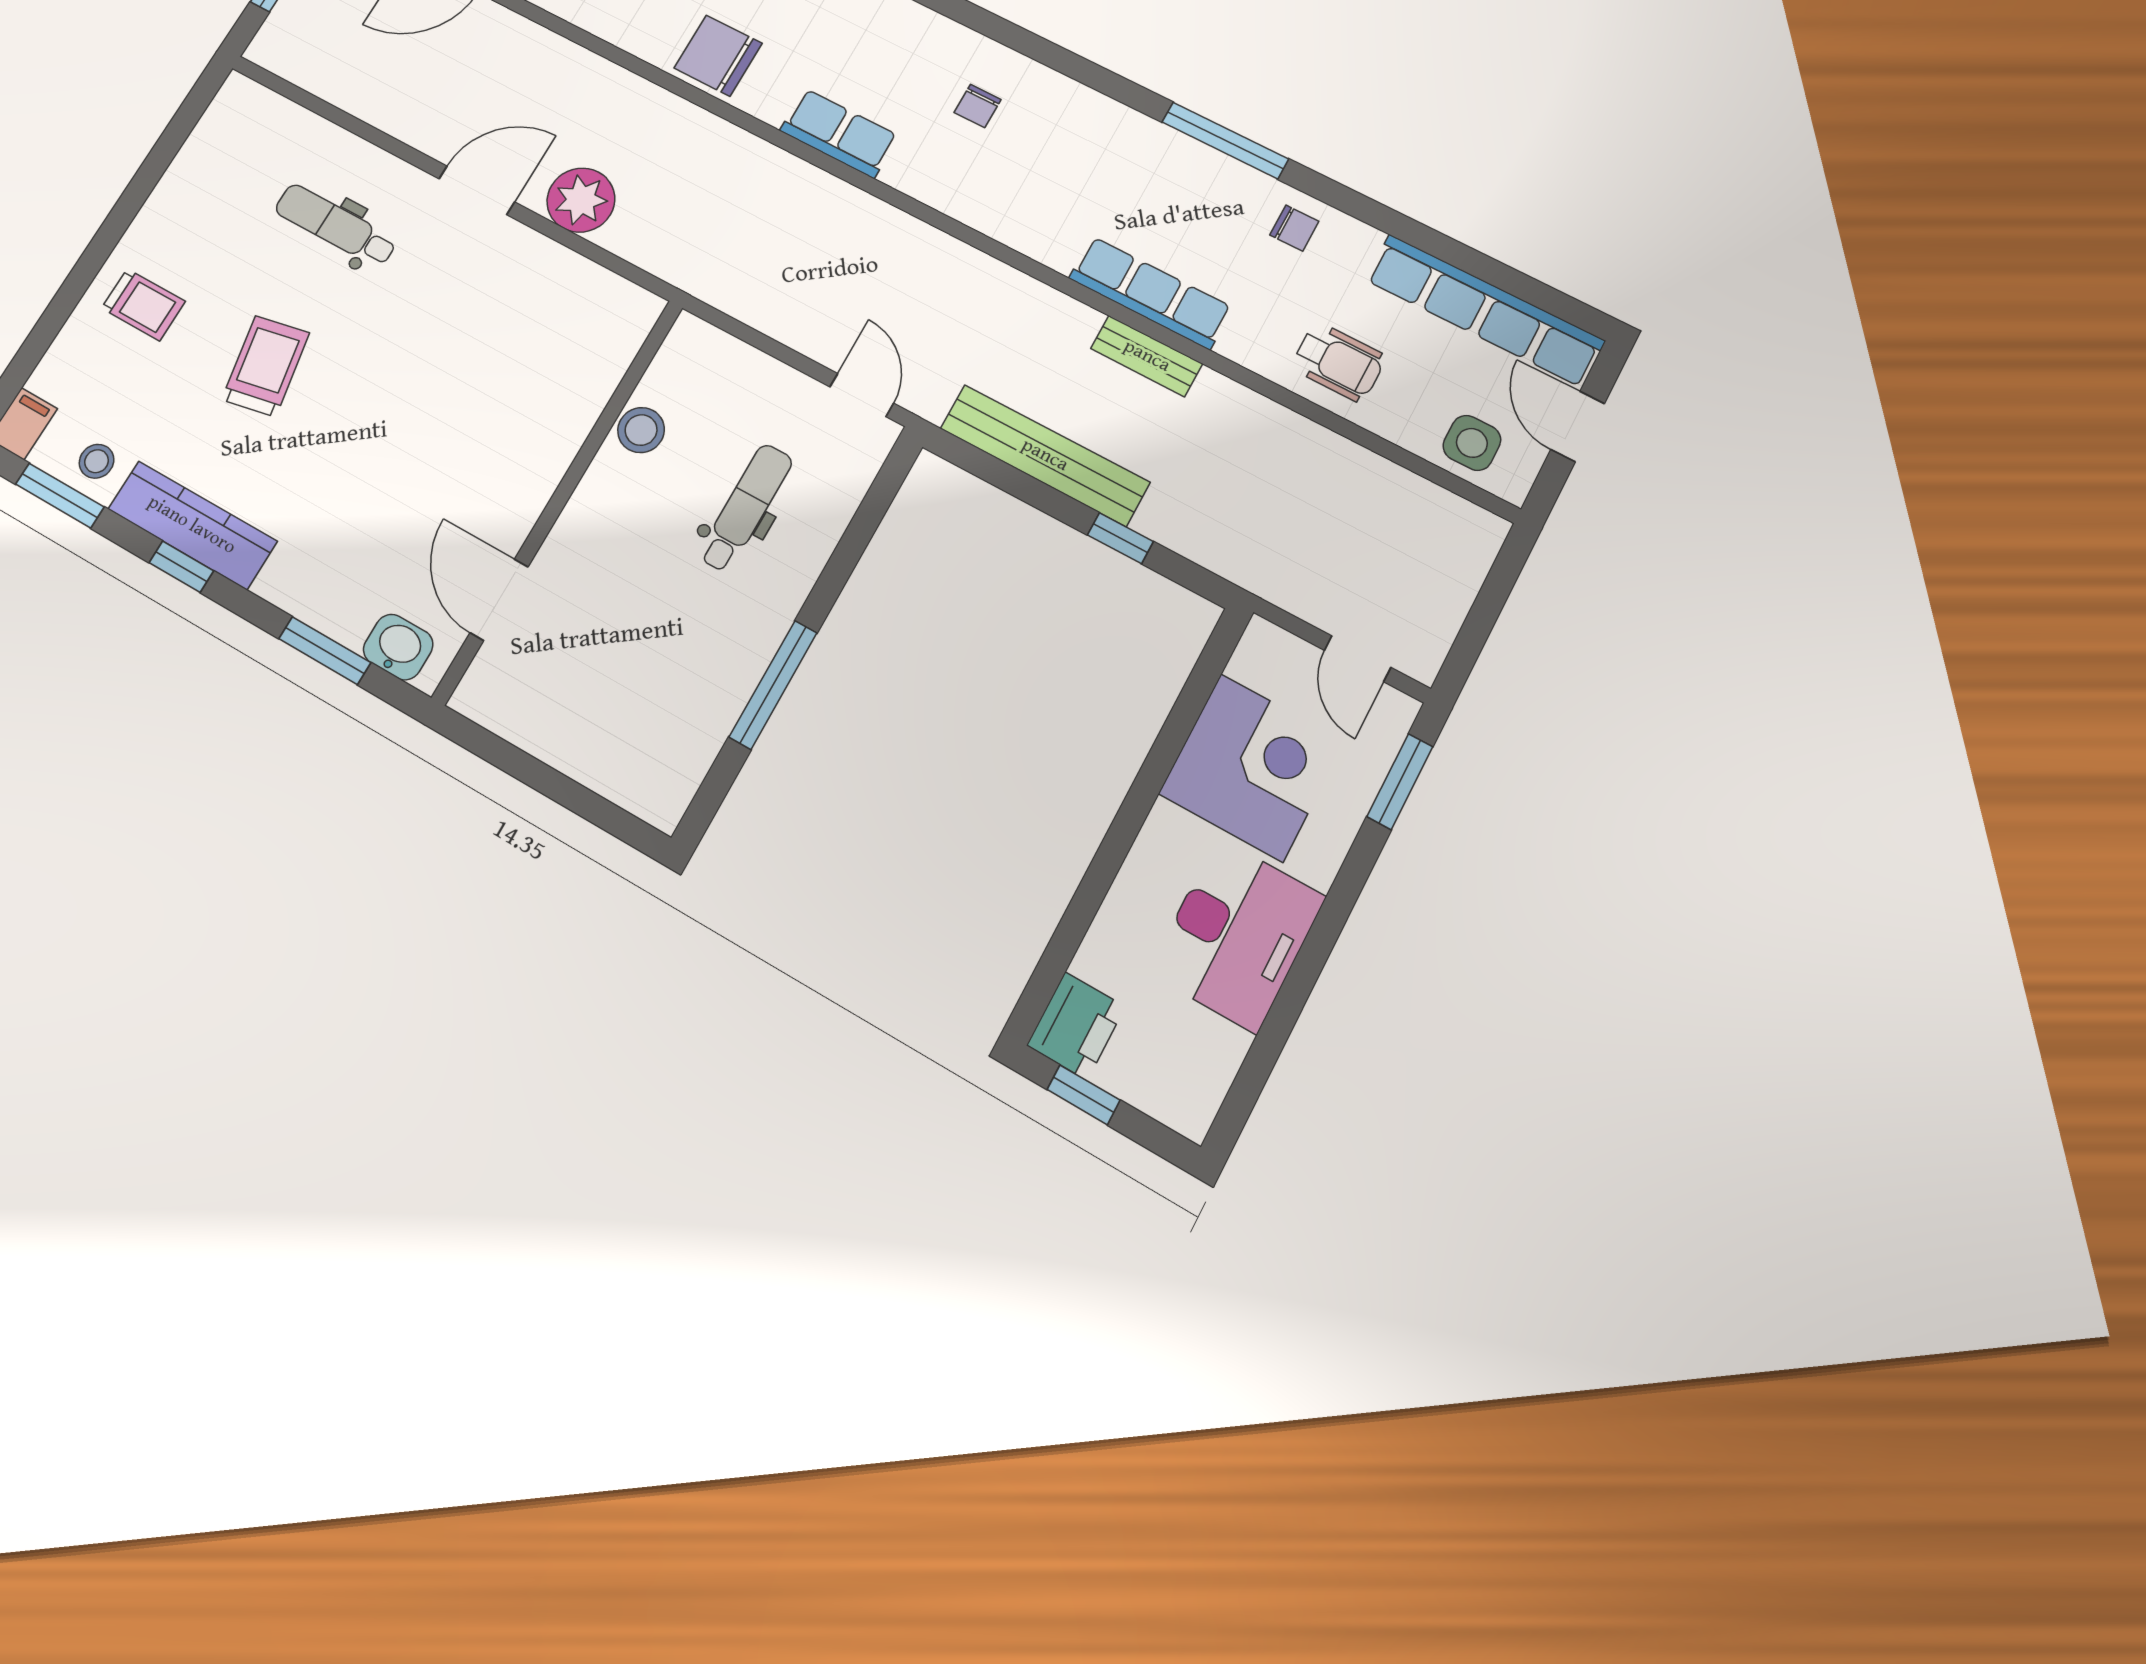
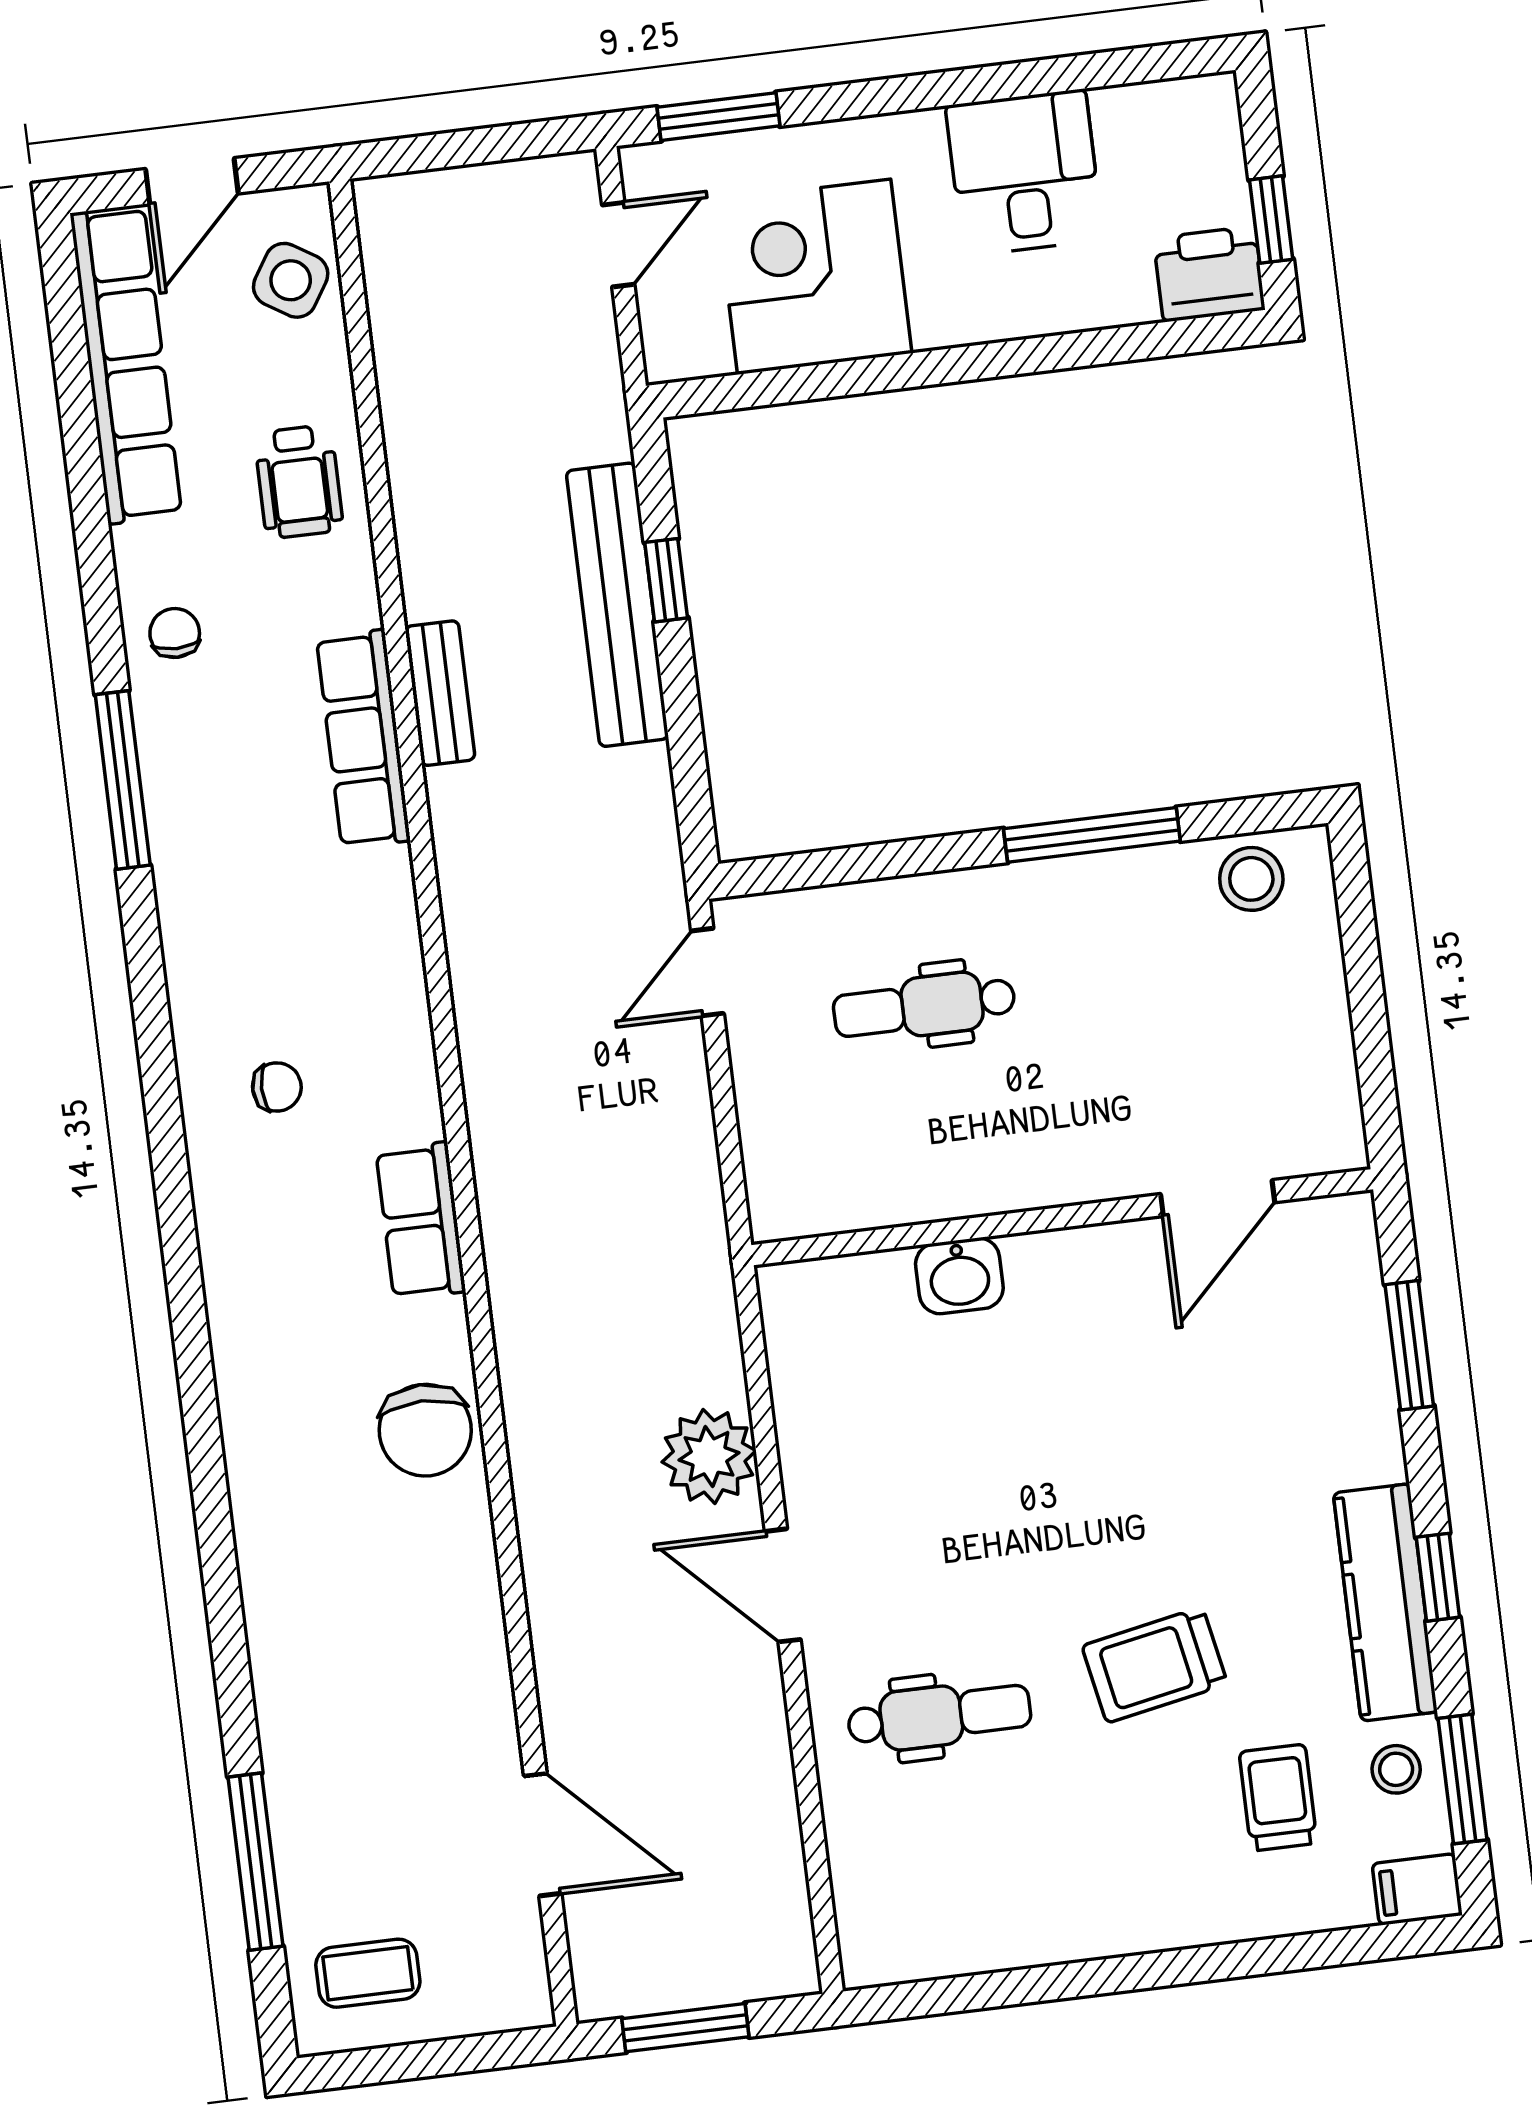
dental chair: (336, 226) -> (939, 1716), turned -90
trolley: (143, 305) -> (1278, 1798), moved
wheelchair: (1339, 362) -> (299, 482), turned 180
stool: (641, 430) -> (1251, 879), moved
side table: (1472, 443) -> (291, 280), turned 32
bench: (1045, 455) -> (617, 605), moved
washbasin: (398, 647) -> (959, 1276), moved, turned -90
desk: (1237, 935) -> (1024, 173), width x0.73

